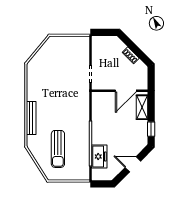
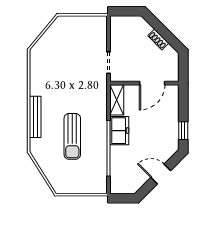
shelving: (142, 107) -> (117, 100), moved
sun lounger: (58, 149) -> (72, 136), moved
freezer: (99, 156) -> (119, 131), moved

